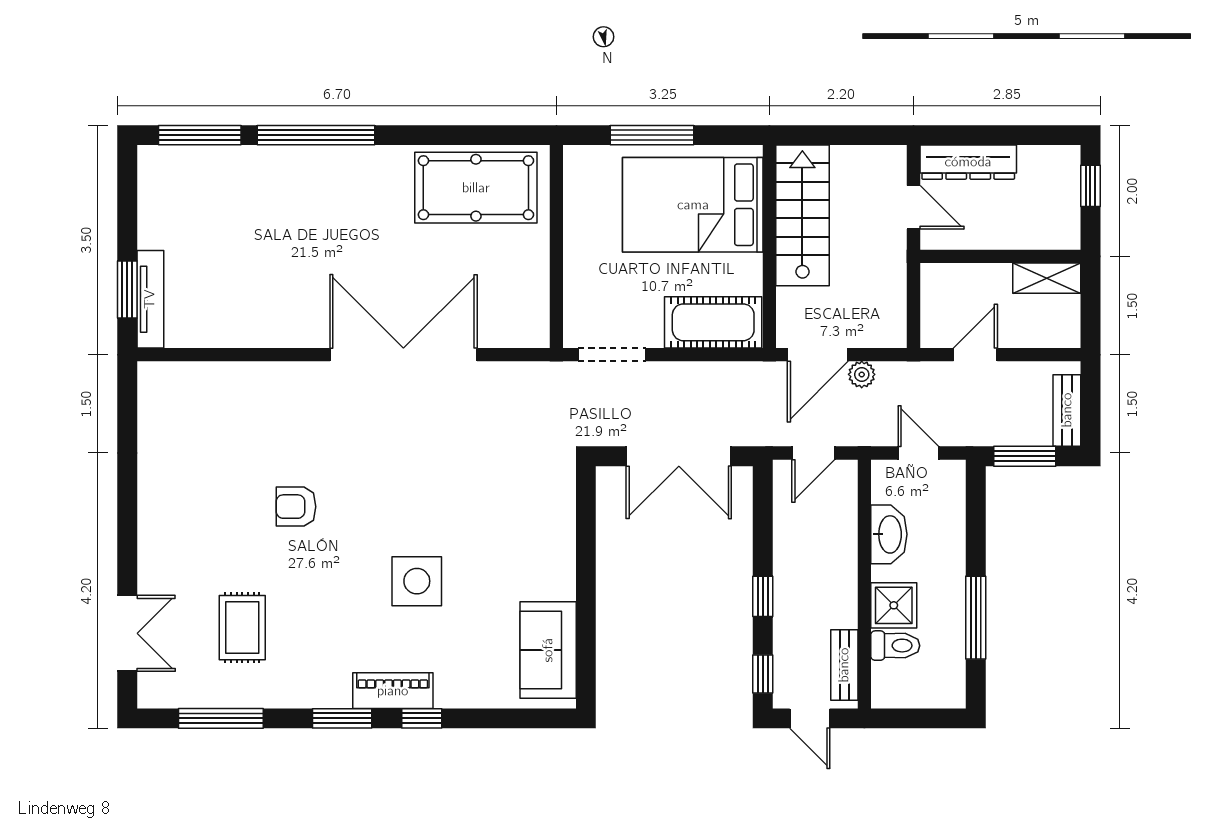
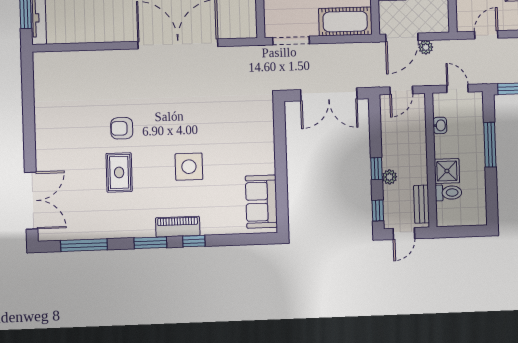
washbasin: (889, 534) -> (440, 125), width x0.52, depth x0.69
plant: (786, 613) -> (389, 177), added
window: (976, 618) -> (490, 145), moved
rug: (242, 628) -> (119, 172), moved
double door: (127, 633) -> (31, 201), width x1.37
door: (810, 718) -> (404, 234), hinge flipped

